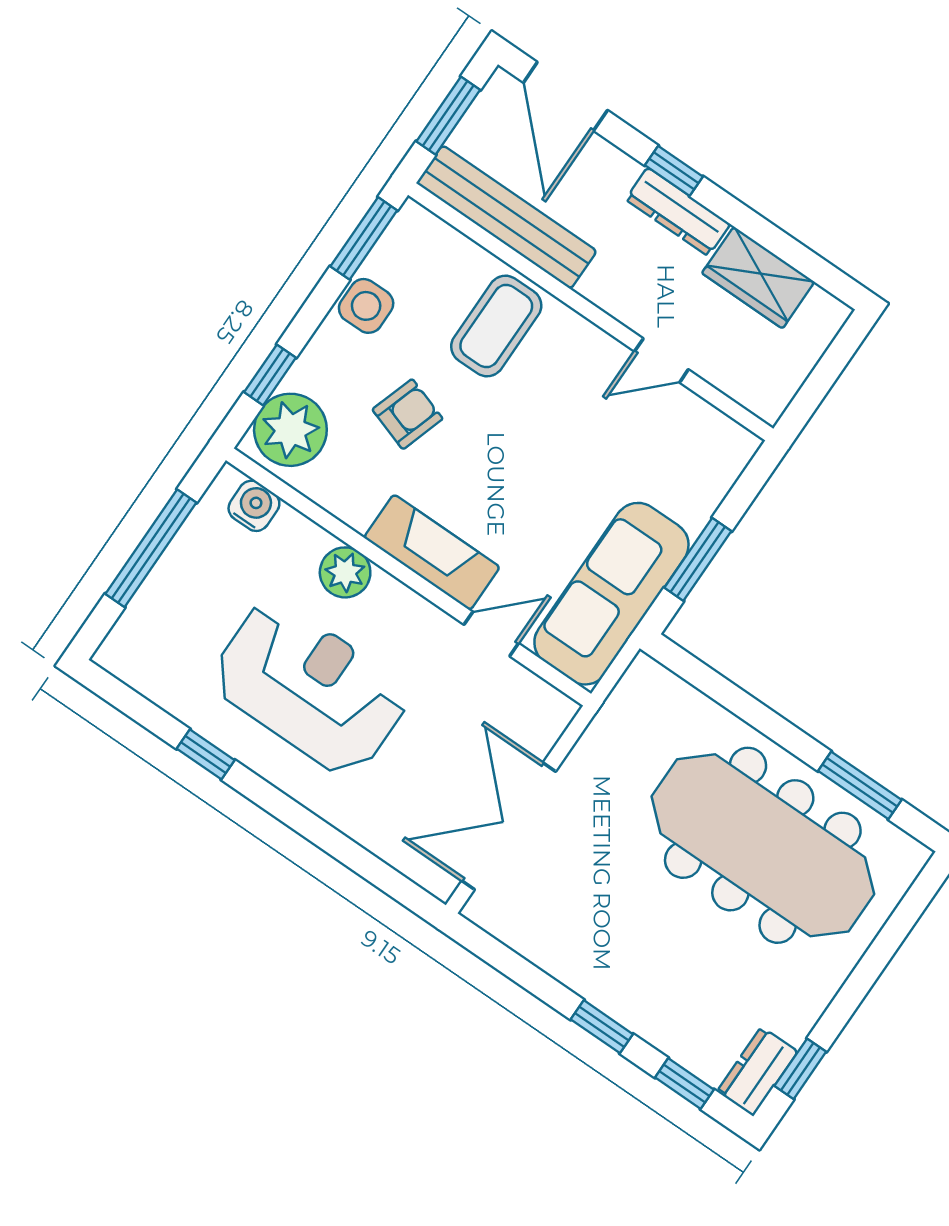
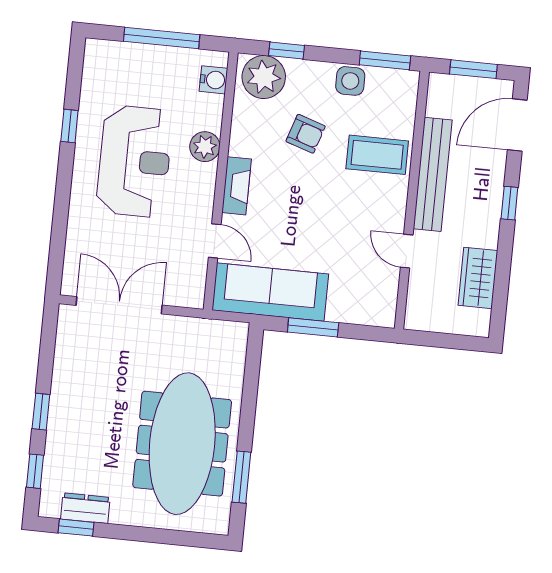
dresser: (678, 212) -> (489, 217), removed
bench: (507, 217) -> (433, 174), moved
fireplace: (432, 552) -> (236, 186), width x0.73, depth x0.76
dresser: (757, 1071) -> (85, 508), moved

